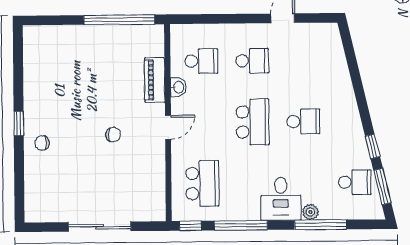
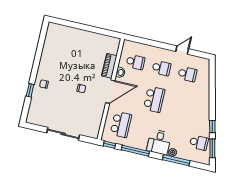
window: (119, 20) -> (99, 31), removed
school desk: (303, 121) -> (187, 74), moved
window: (19, 123) -> (30, 90), moved
door: (168, 127) -> (110, 92), width x1.87

